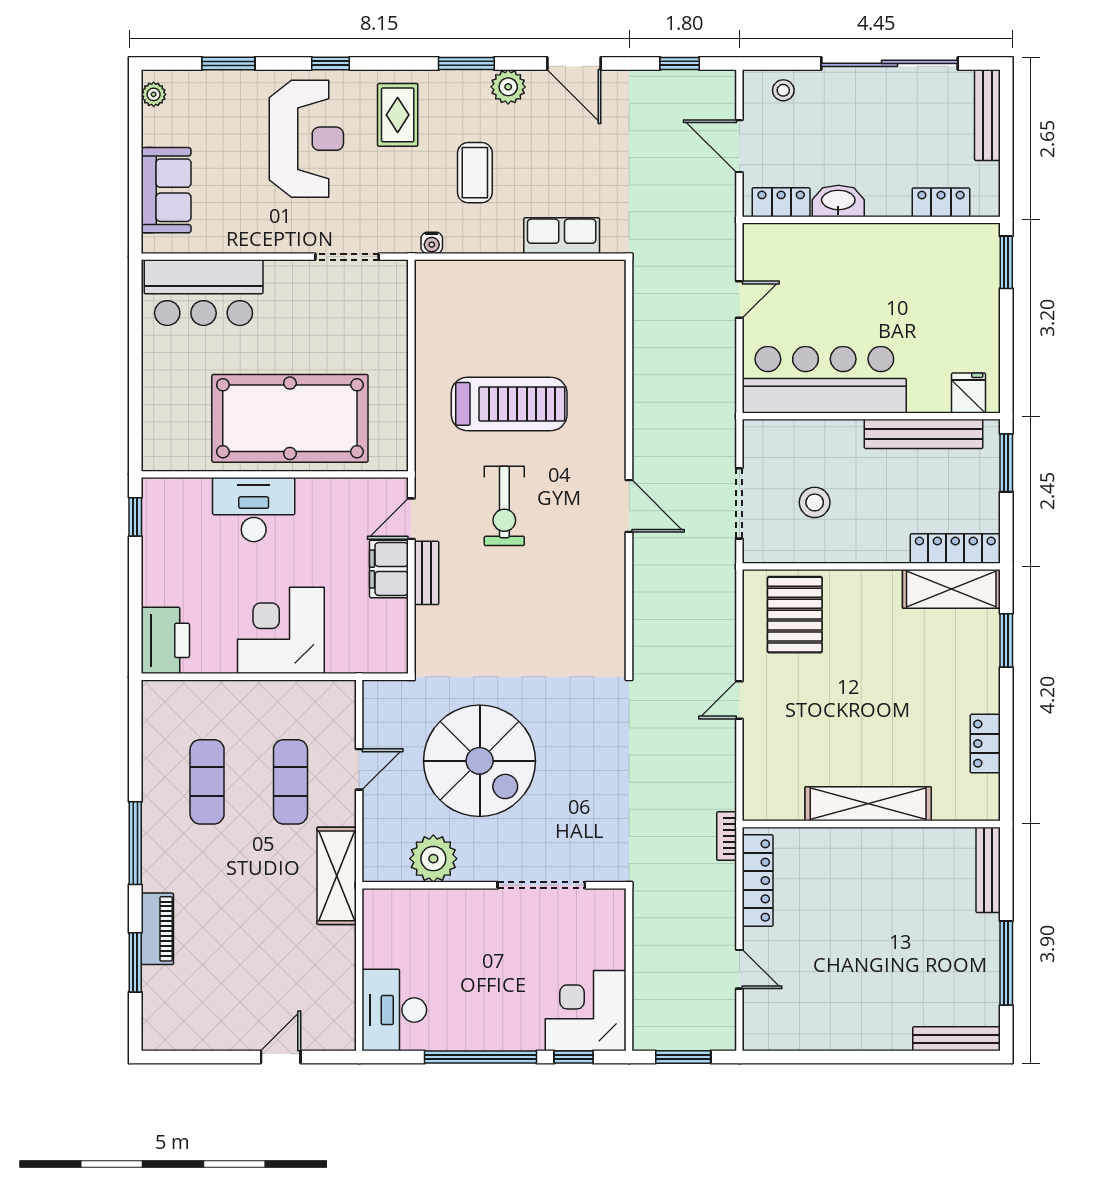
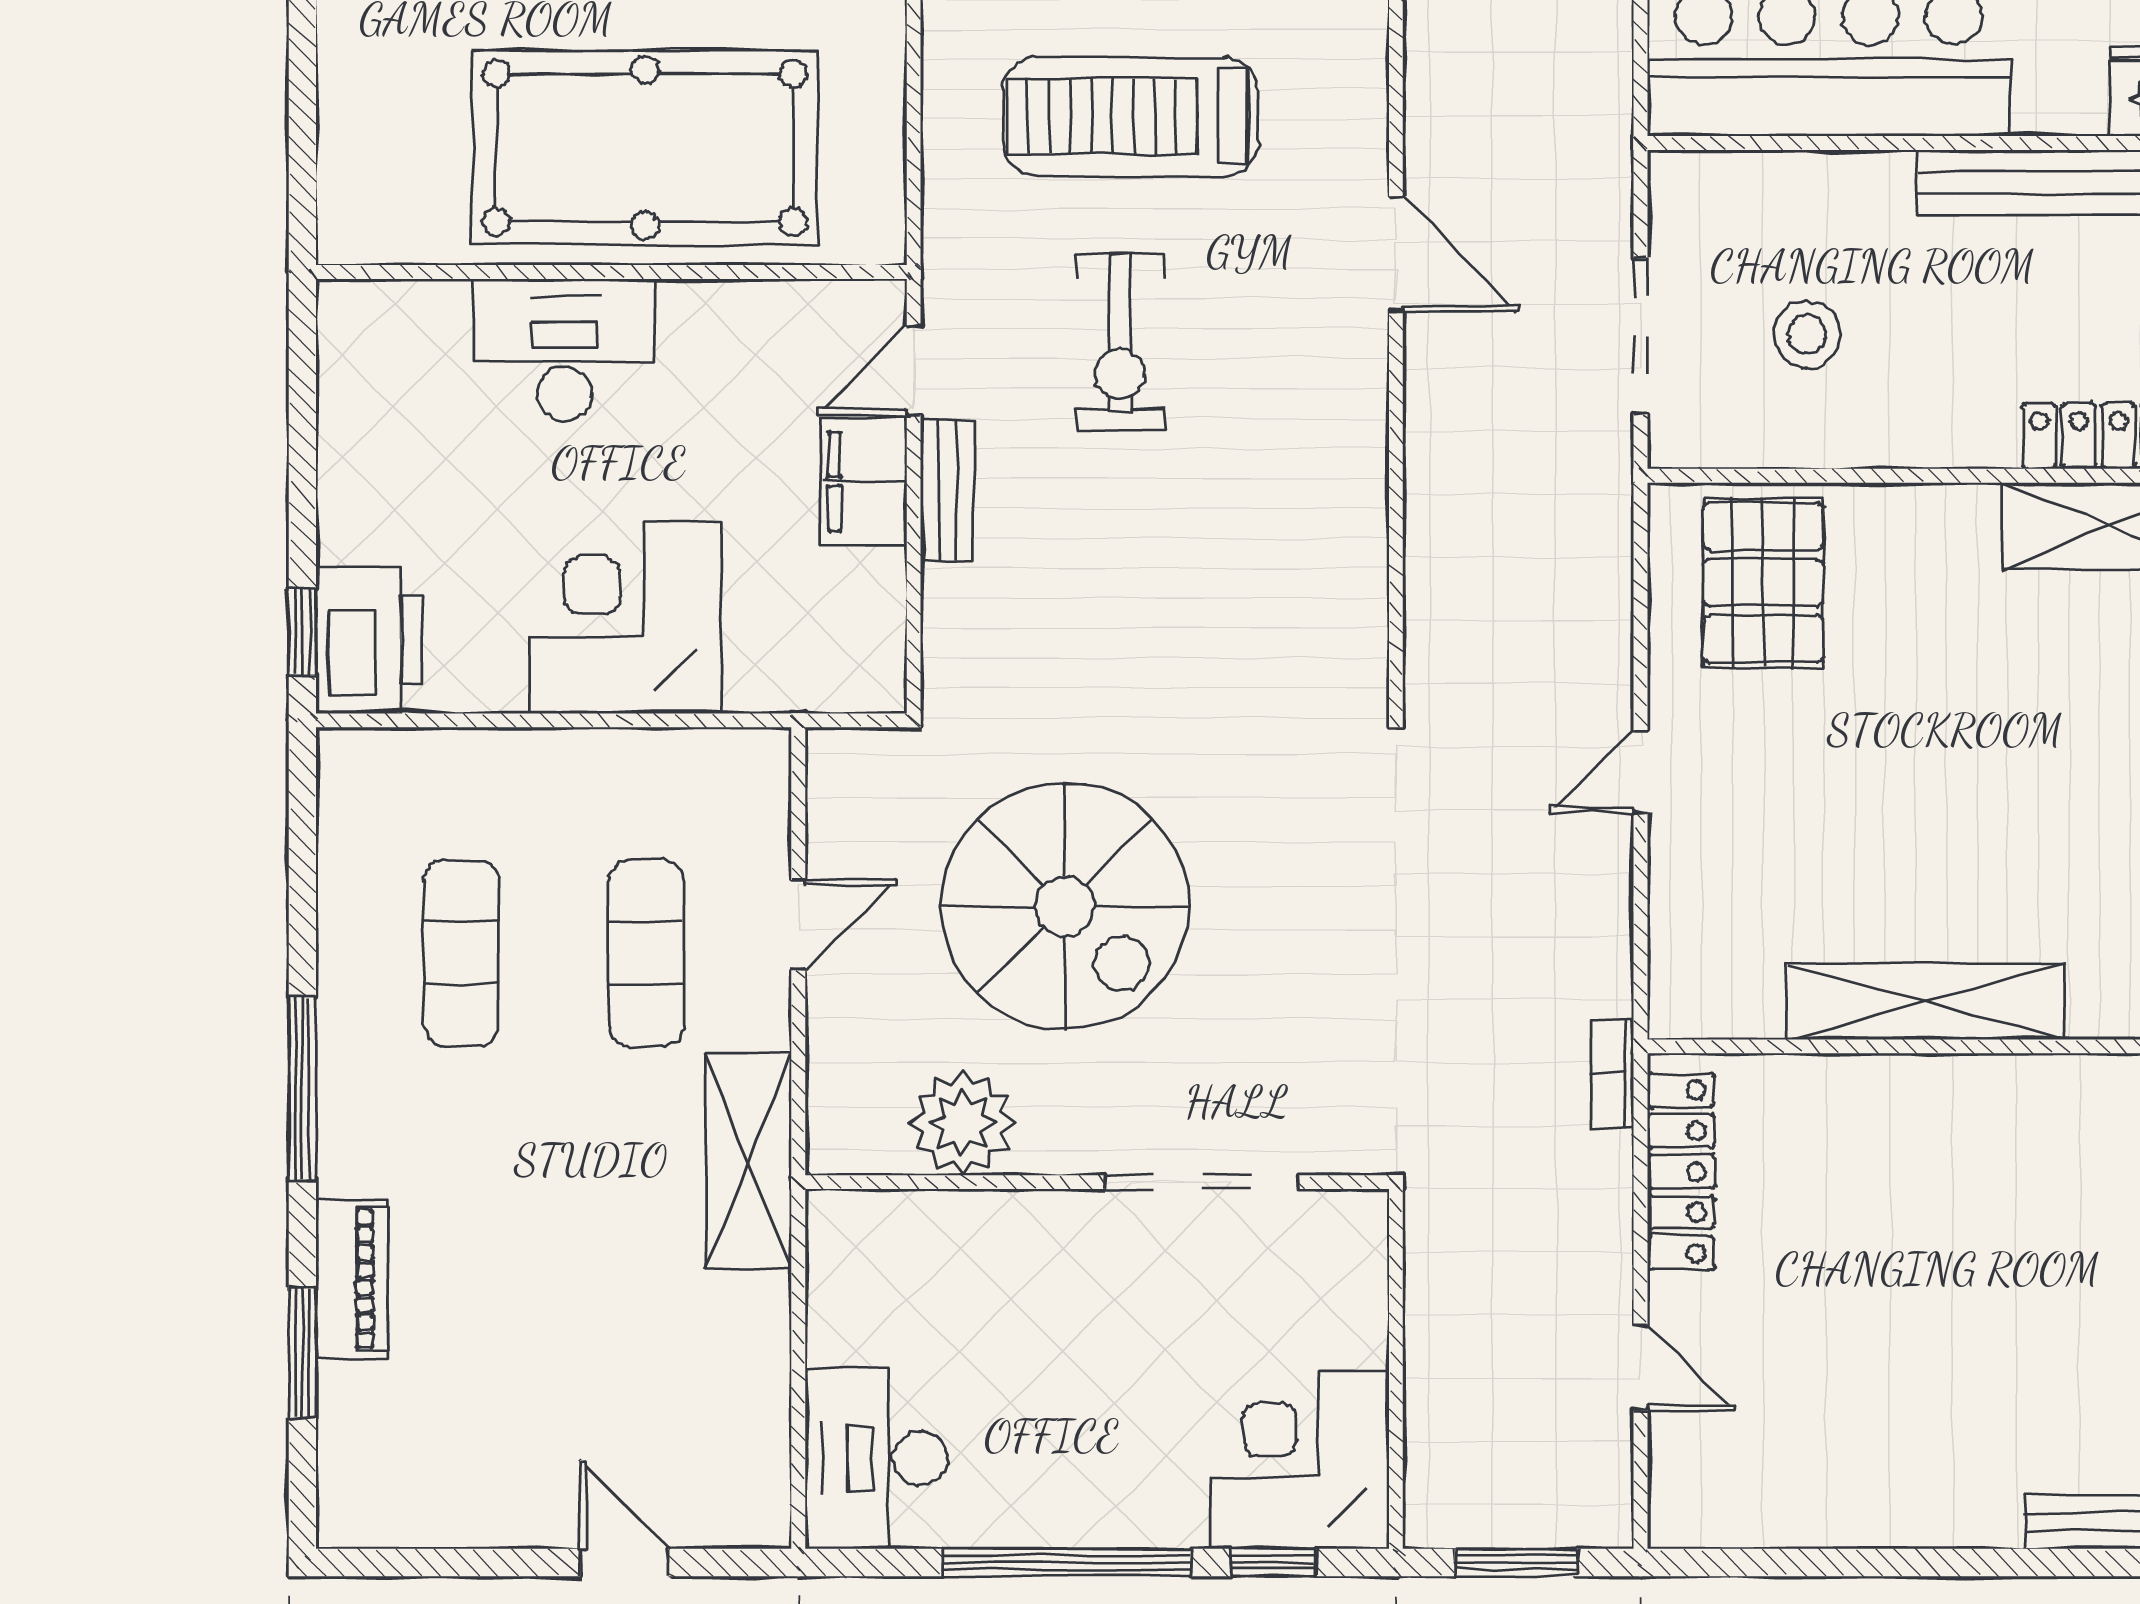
treadmill: (509, 404) -> (1130, 116), turned 180
door: (629, 506) -> (1396, 254), moved
window: (135, 517) -> (302, 632), moved
door: (281, 1057) -> (624, 1563), hinge flipped

